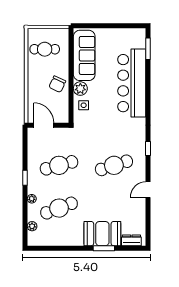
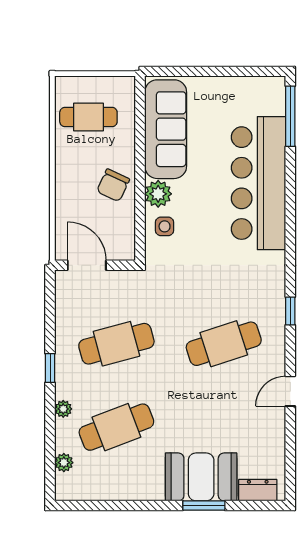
window: (148, 49) -> (290, 116), width x1.44

